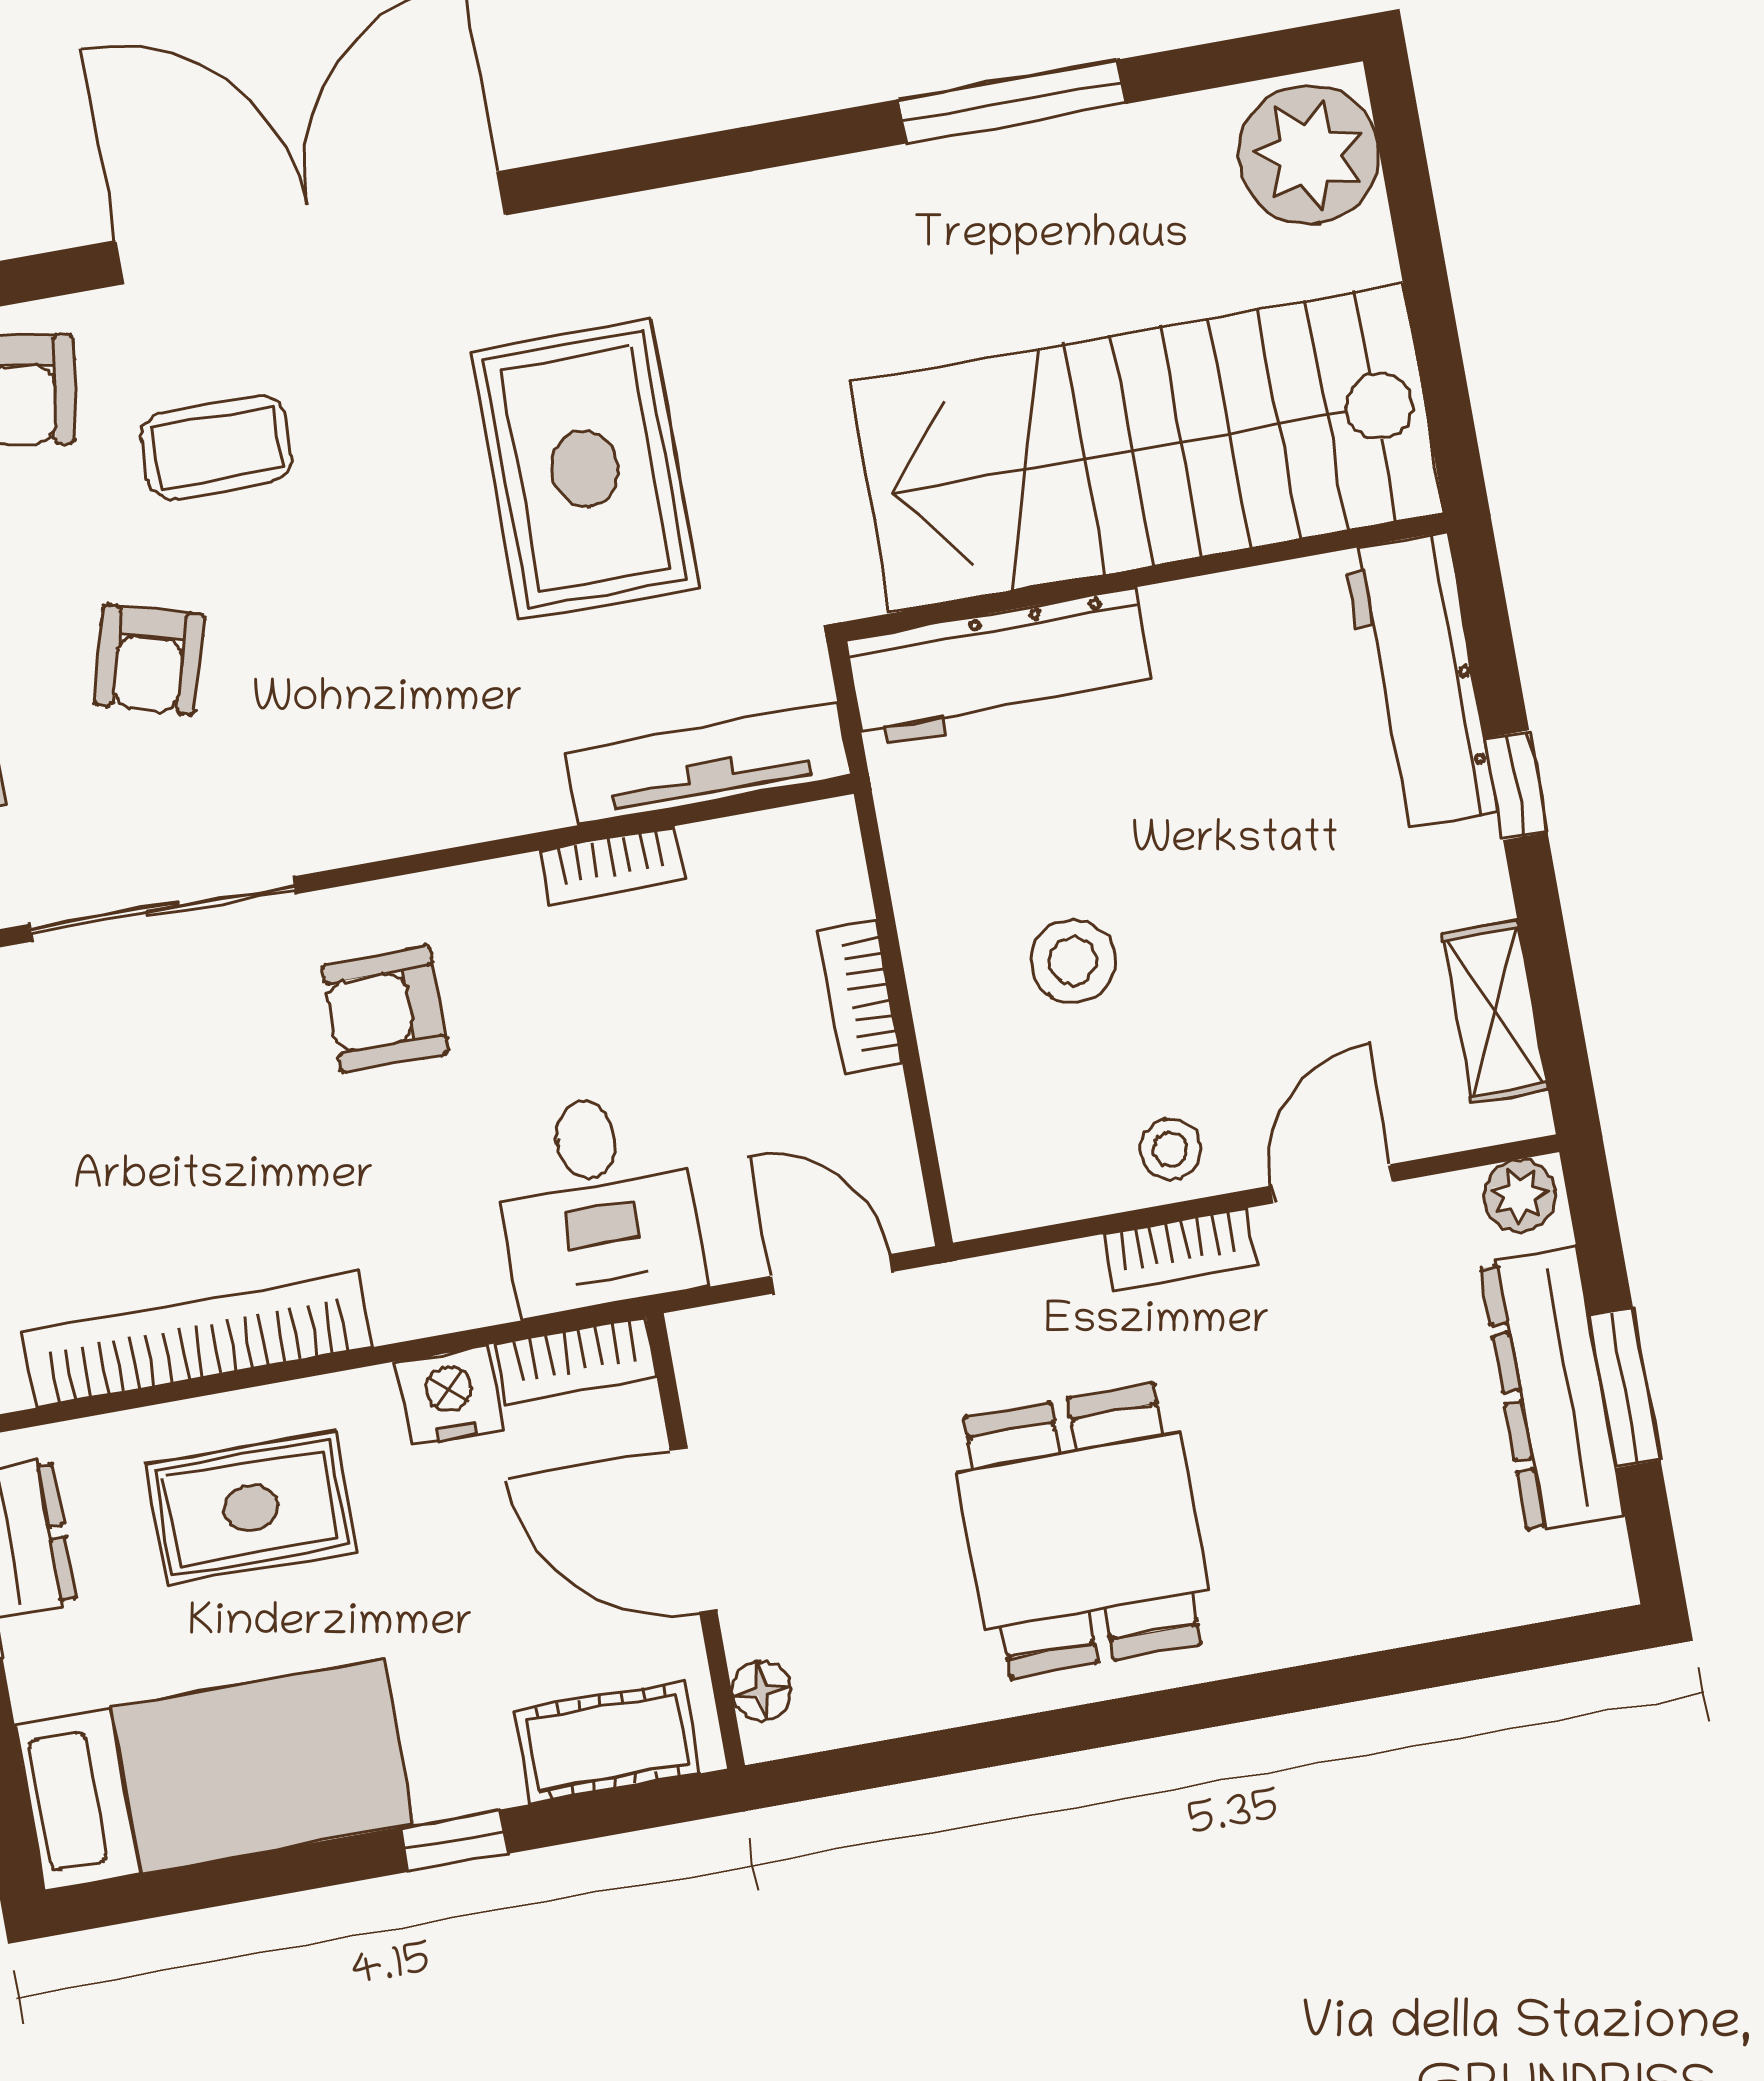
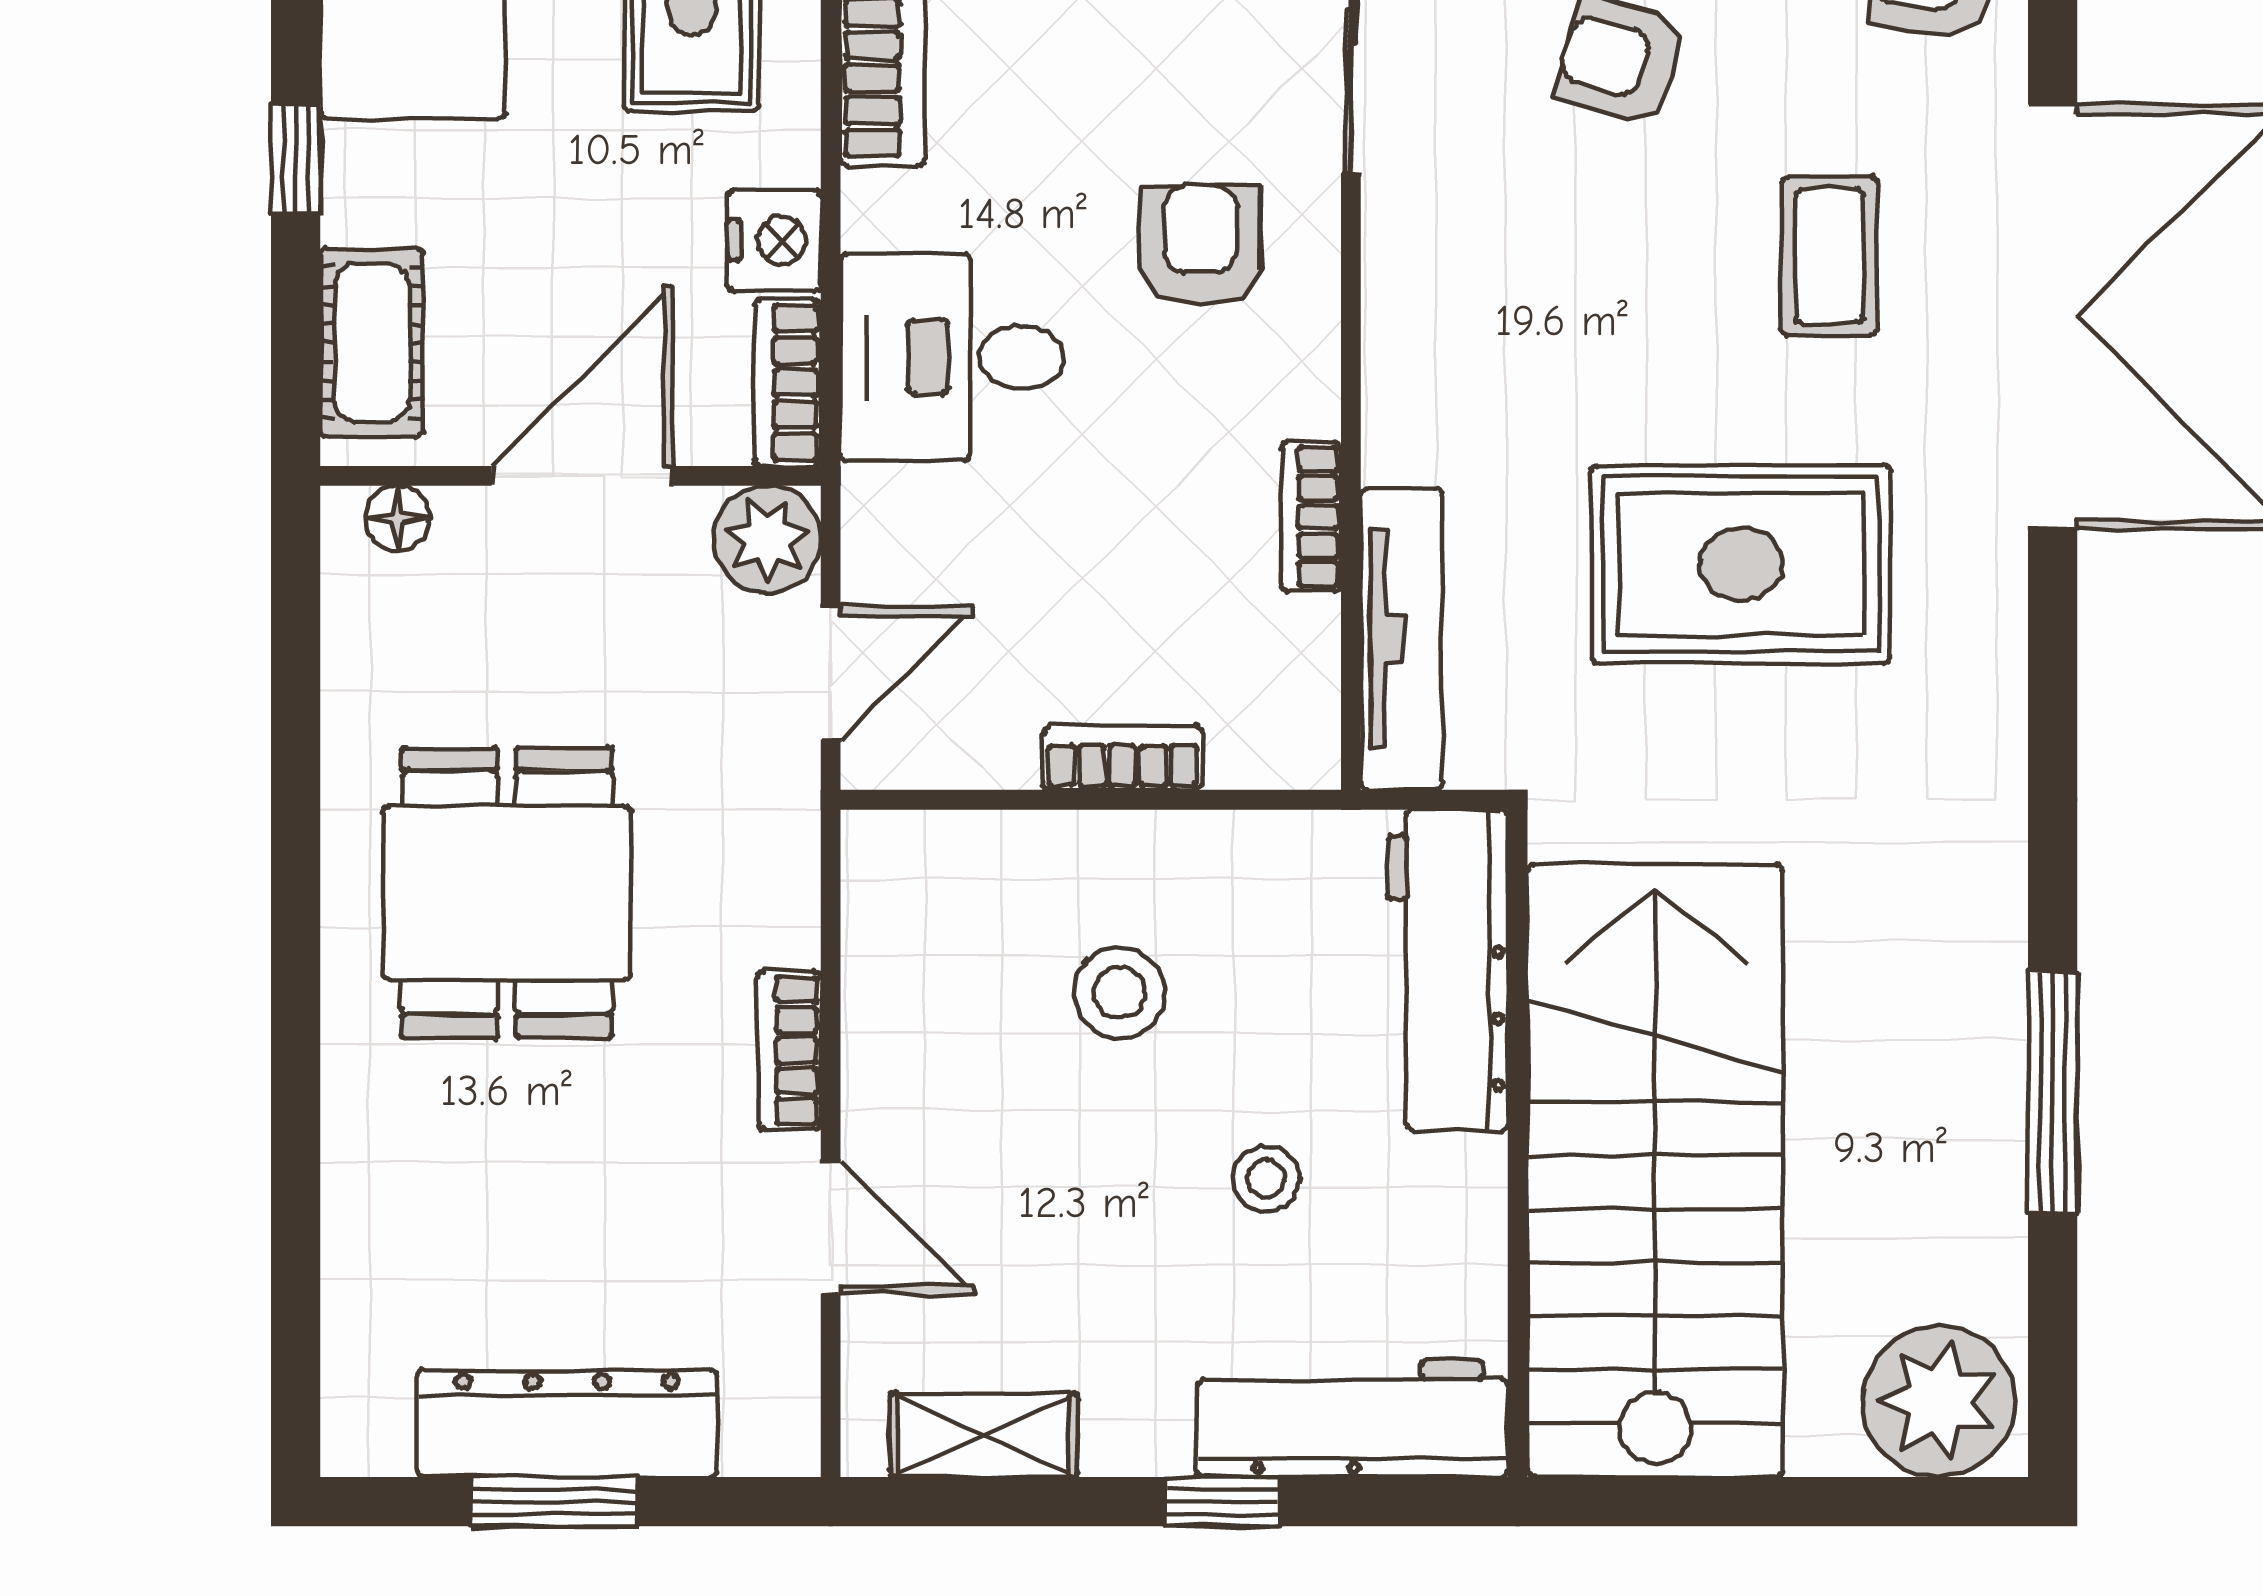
coffee table: (217, 447) -> (1829, 256), moved
stool: (1170, 1149) -> (1266, 1179), moved
plant: (1520, 1196) -> (767, 539), moved, width x1.38, depth x1.38
desk: (597, 1202) -> (952, 357), moved
dining table: (1082, 1531) -> (507, 893), turned 90

